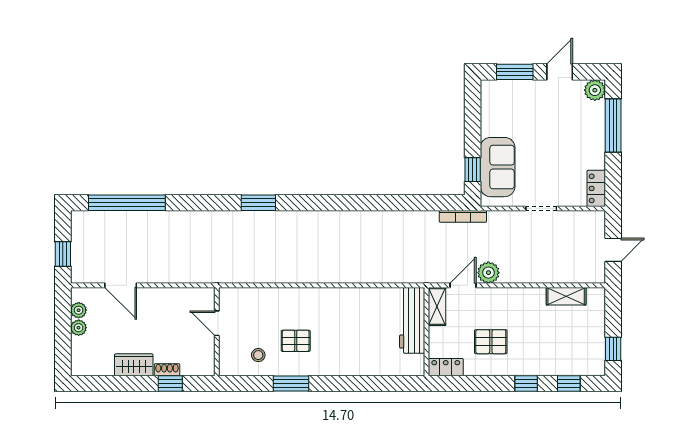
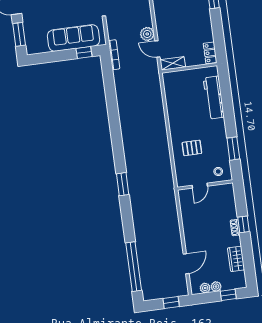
sofa: (498, 167) -> (74, 38), width x1.36
workbench: (412, 320) -> (214, 98), moved, turned 90
door: (217, 323) -> (200, 186), moved
wall: (217, 332) -> (205, 185), moved
pallet: (296, 341) -> (192, 148), moved, turned 90
pallet: (491, 342) -> (190, 27), removed
window: (63, 345) -> (228, 295), added
wardrobe: (134, 365) -> (236, 259), moved

